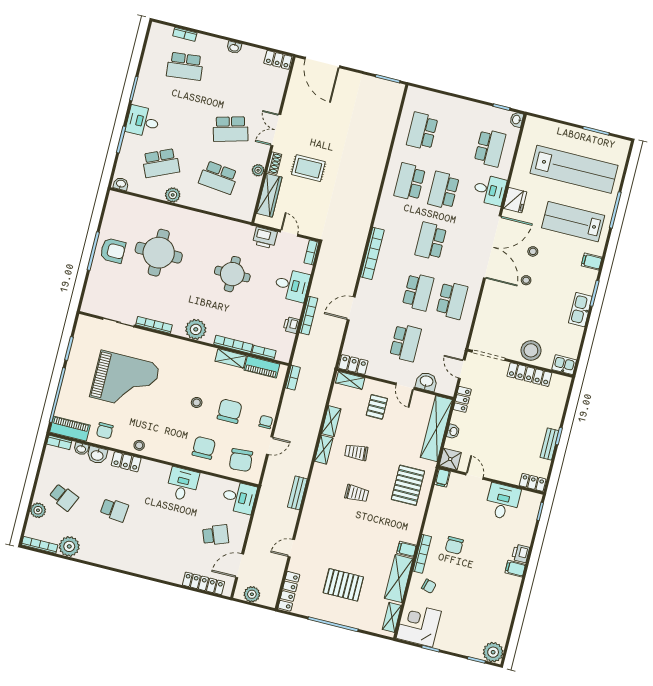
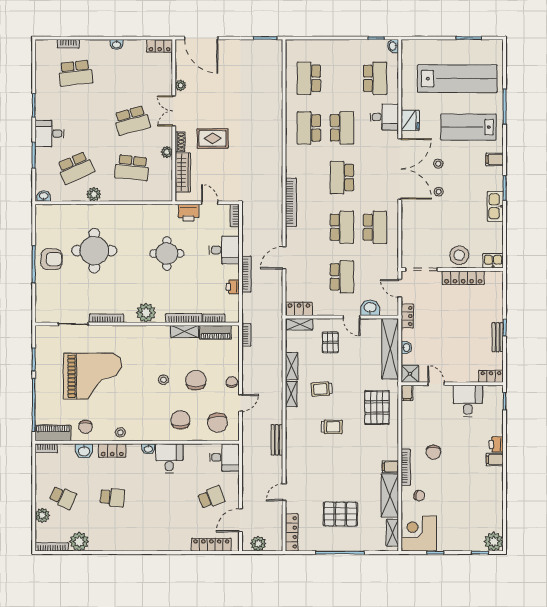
plant: (289, 106) -> (181, 85), added
school desk: (443, 190) -> (342, 128), turned 180
washbasin: (81, 449) -> (148, 449), moved

